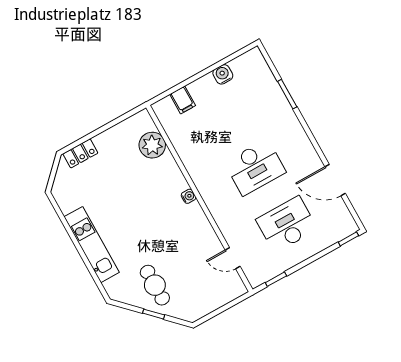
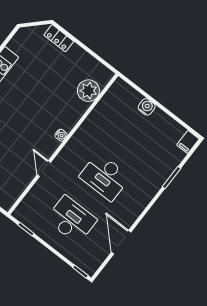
water cooler: (223, 74) -> (147, 107), moved
filing cabinet: (183, 100) -> (188, 142), moved
door: (233, 258) -> (44, 169), moved

